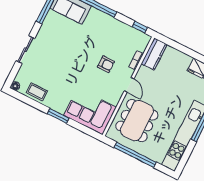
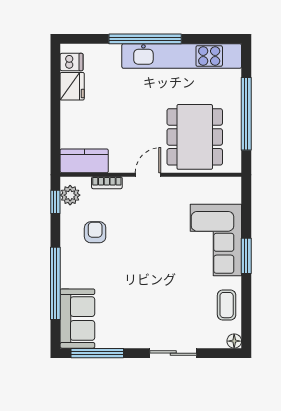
plant: (139, 37) -> (70, 195), added
armchair: (106, 64) -> (95, 232), moved
corner sofa: (90, 111) -> (216, 240), moved
dining table: (137, 121) -> (195, 137), turned 90

